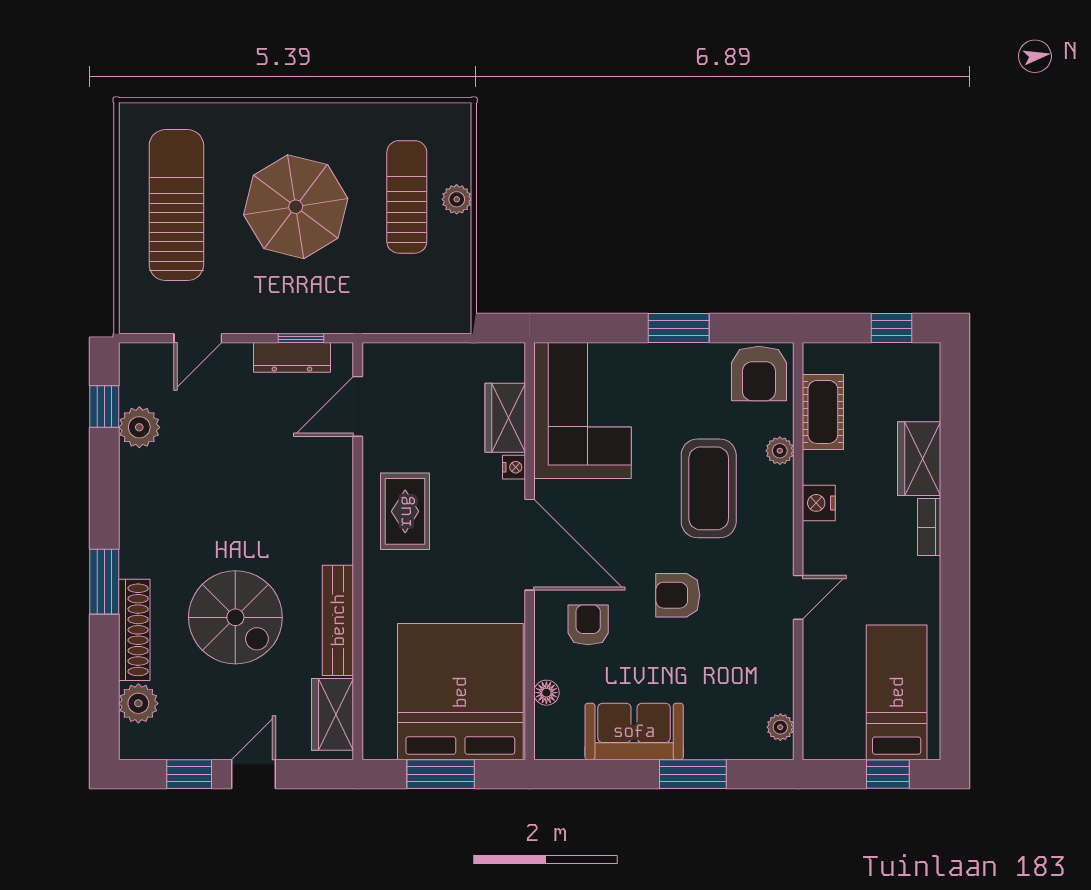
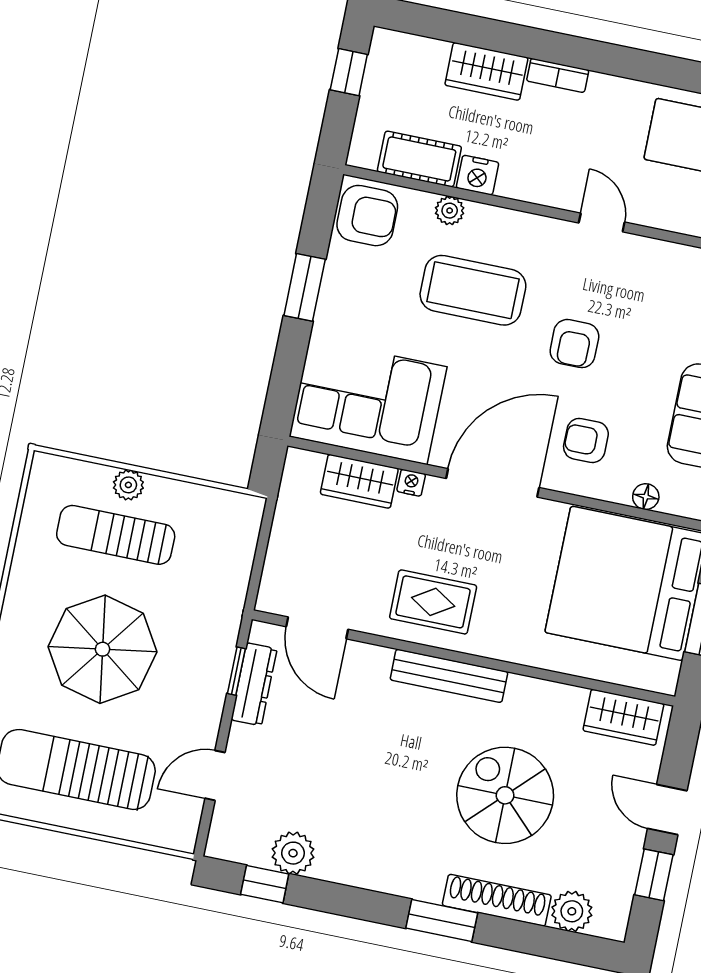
door: (198, 338) -> (215, 775), swing flipped
nightstand: (819, 503) -> (478, 175), moved
spiral stairs: (235, 617) -> (505, 795), turned -90
bench: (338, 620) -> (449, 676), moved

